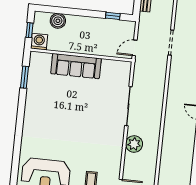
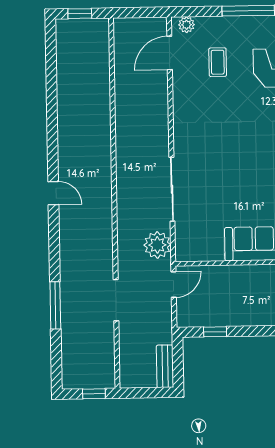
plant: (134, 144) -> (157, 245), moved

